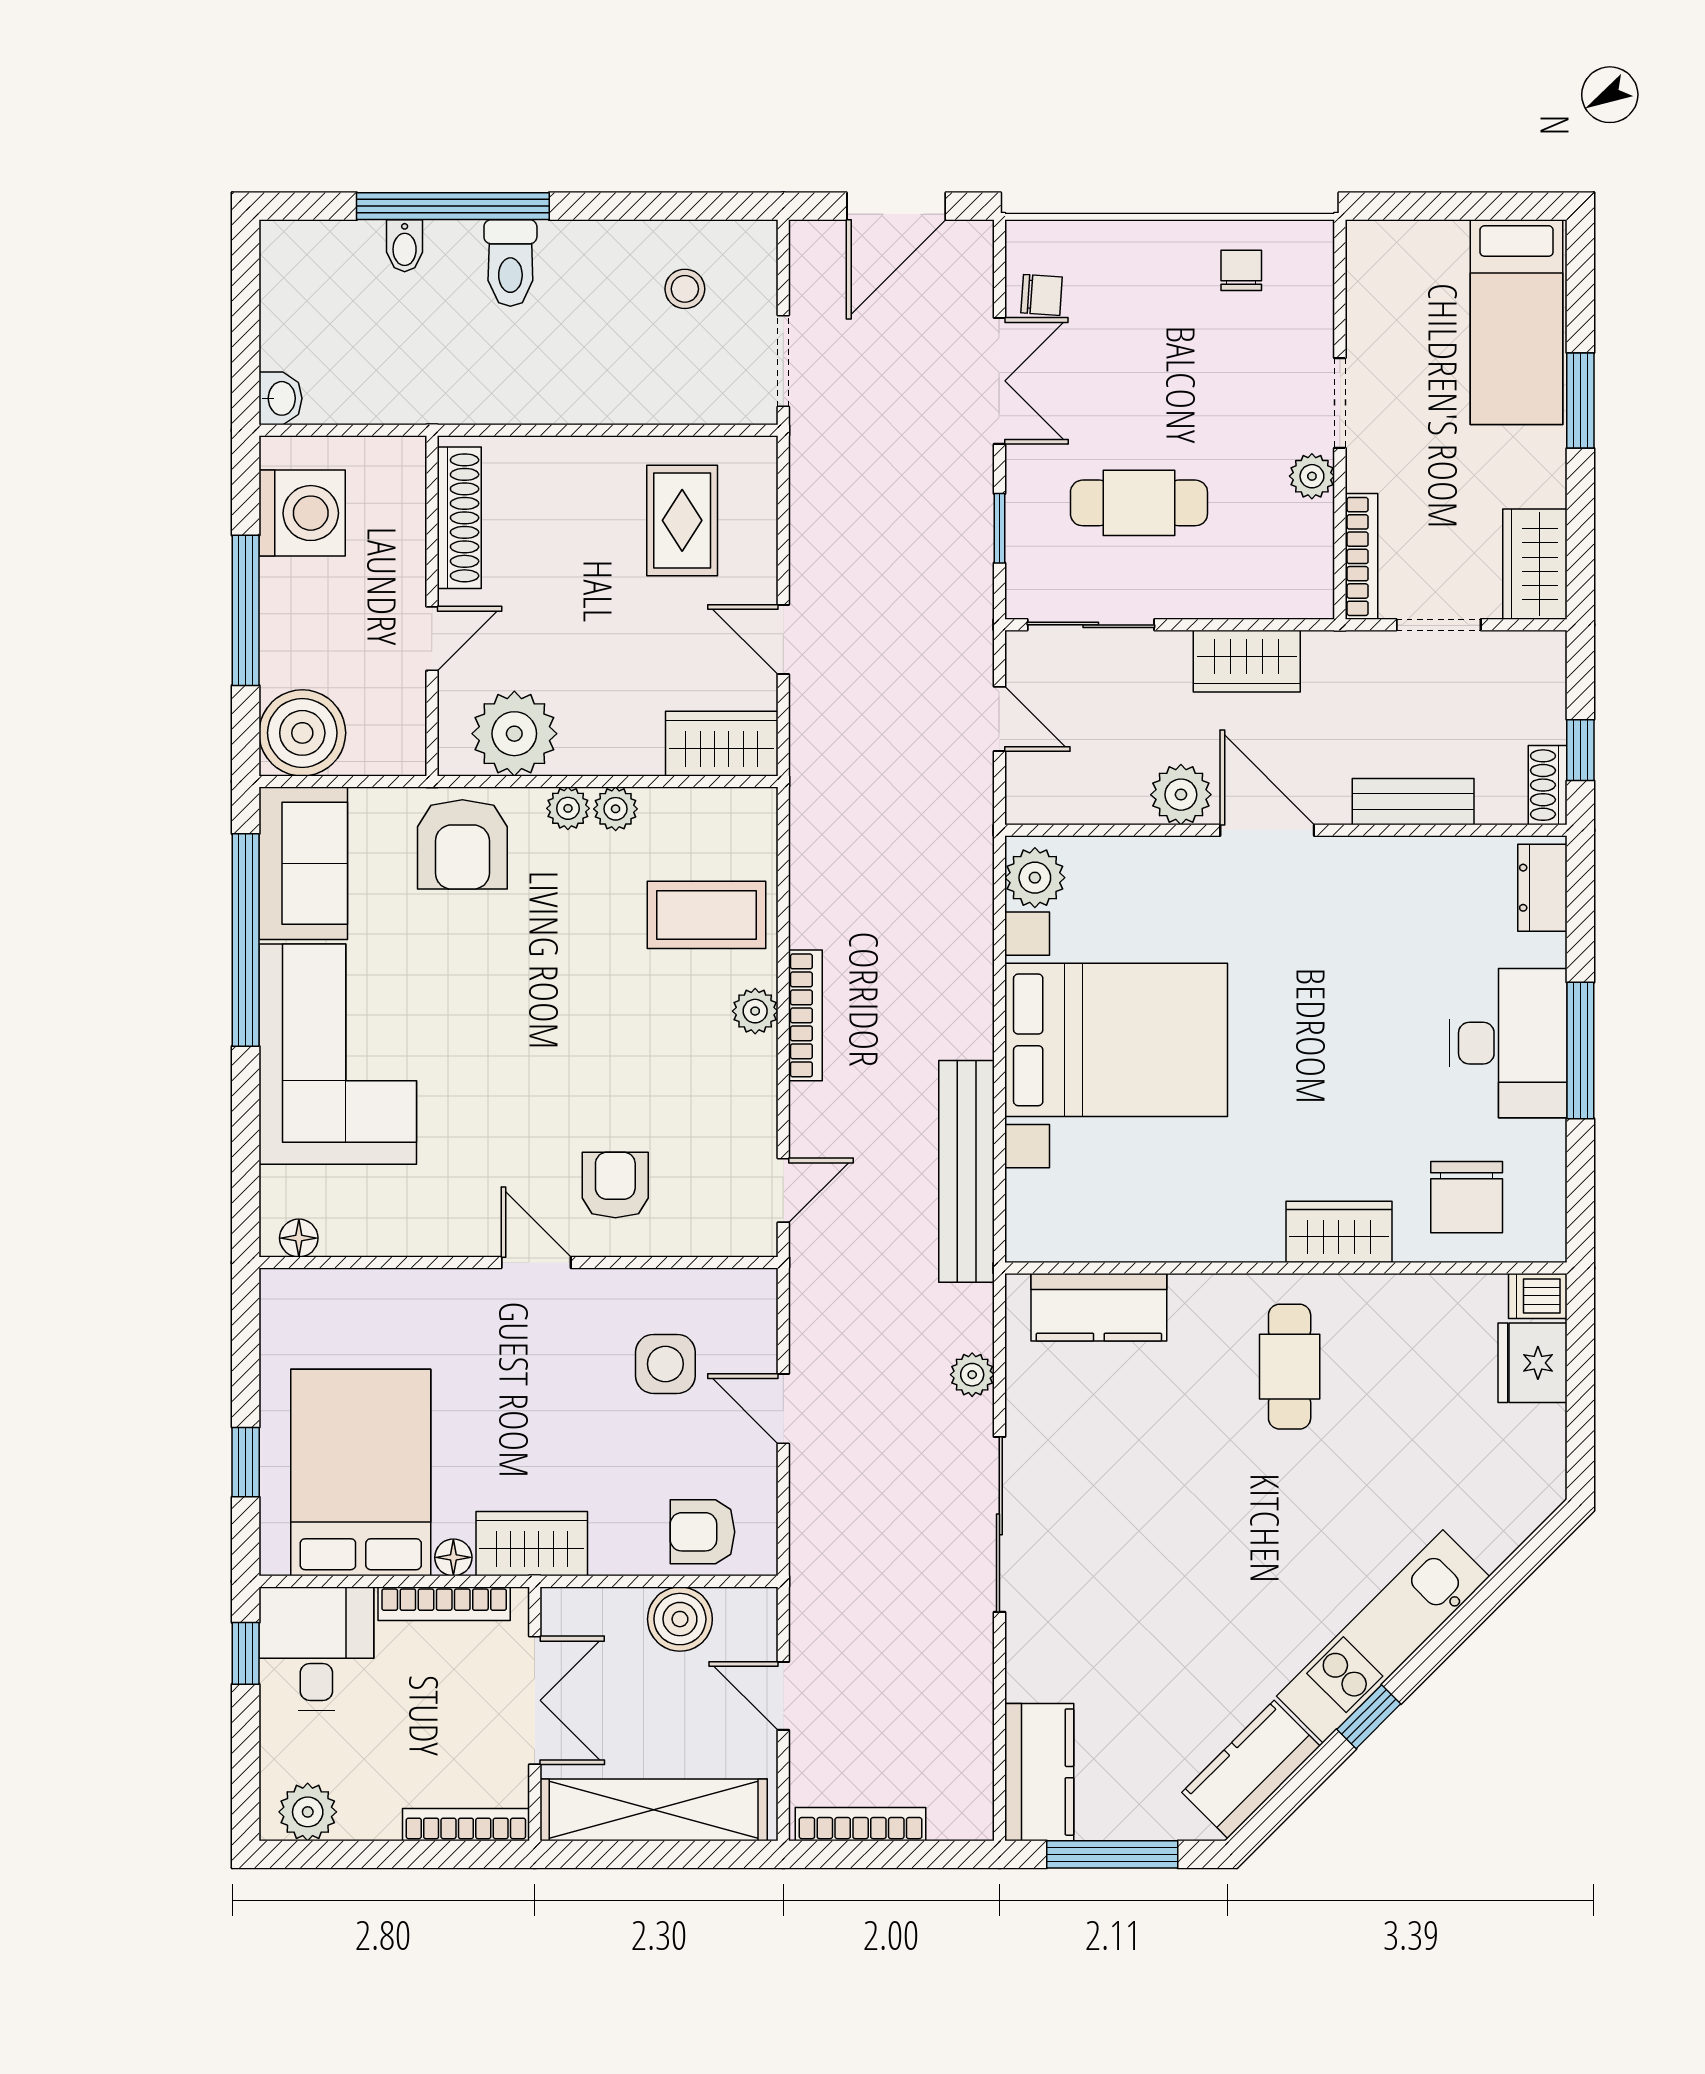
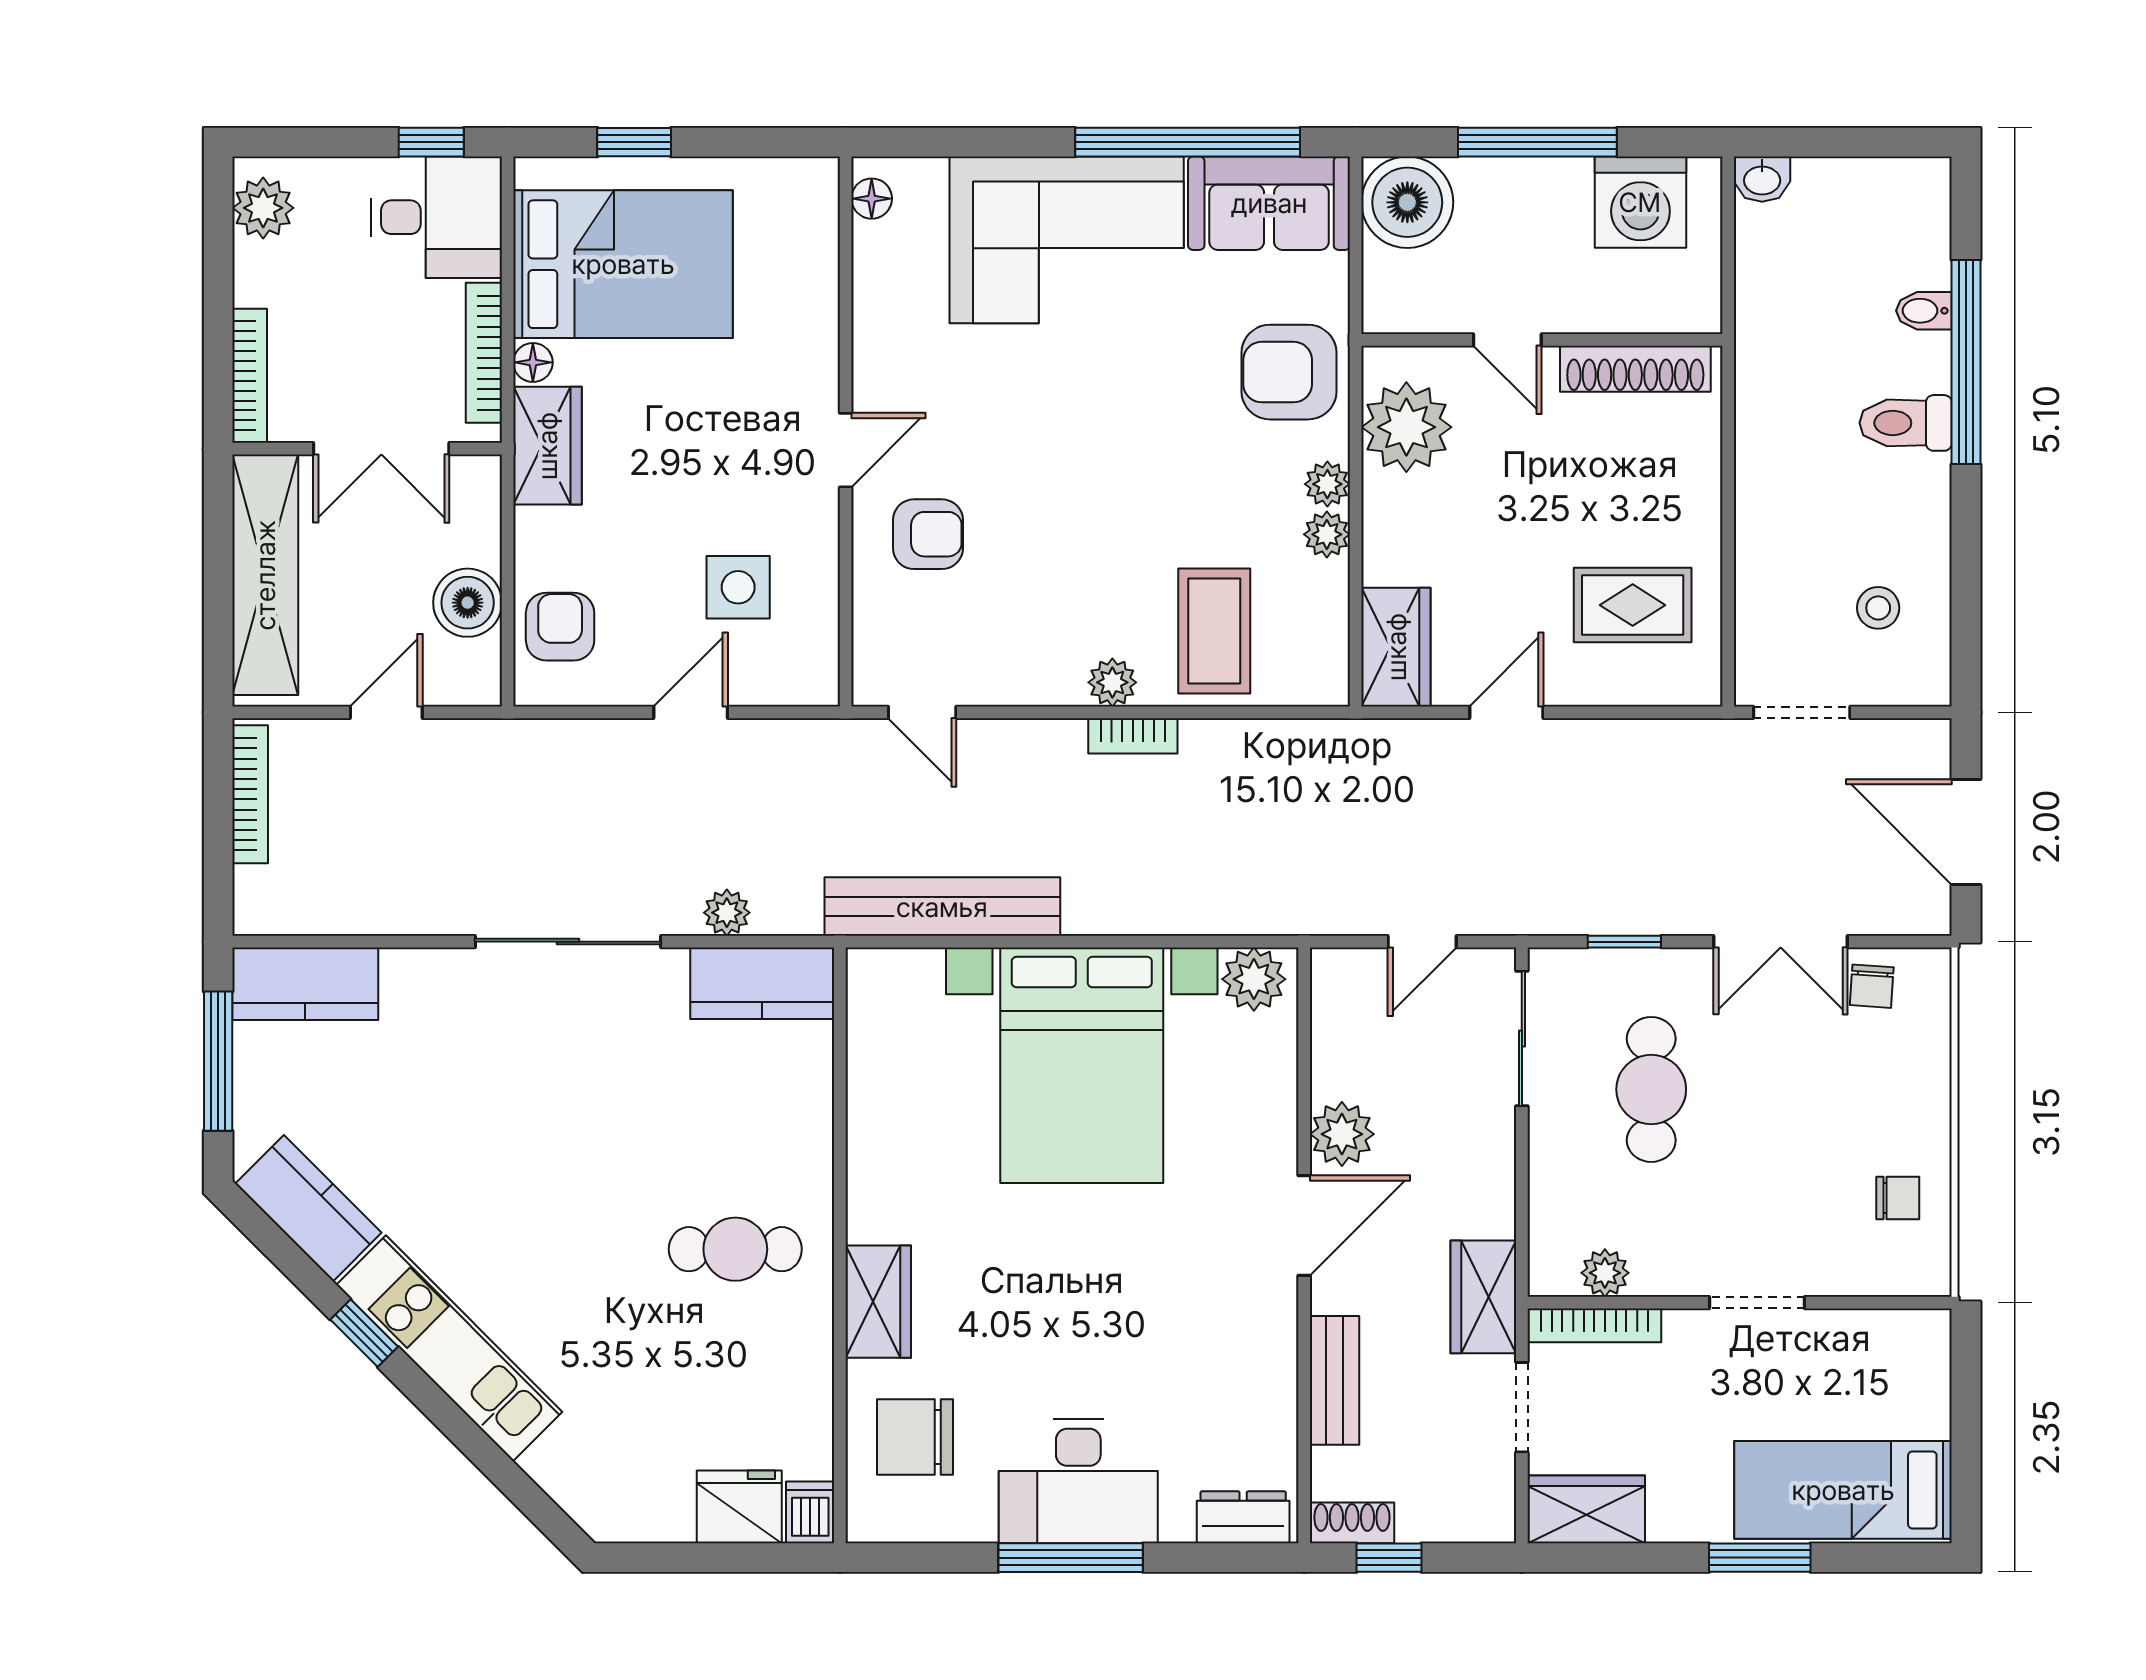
plant: (1312, 476) -> (1605, 1273), moved
wardrobe: (1247, 661) -> (1483, 1297), moved
bookcase: (805, 1015) -> (1133, 736), width x0.64
kitchen counter: (1099, 1307) -> (762, 983), moved, turned -90

